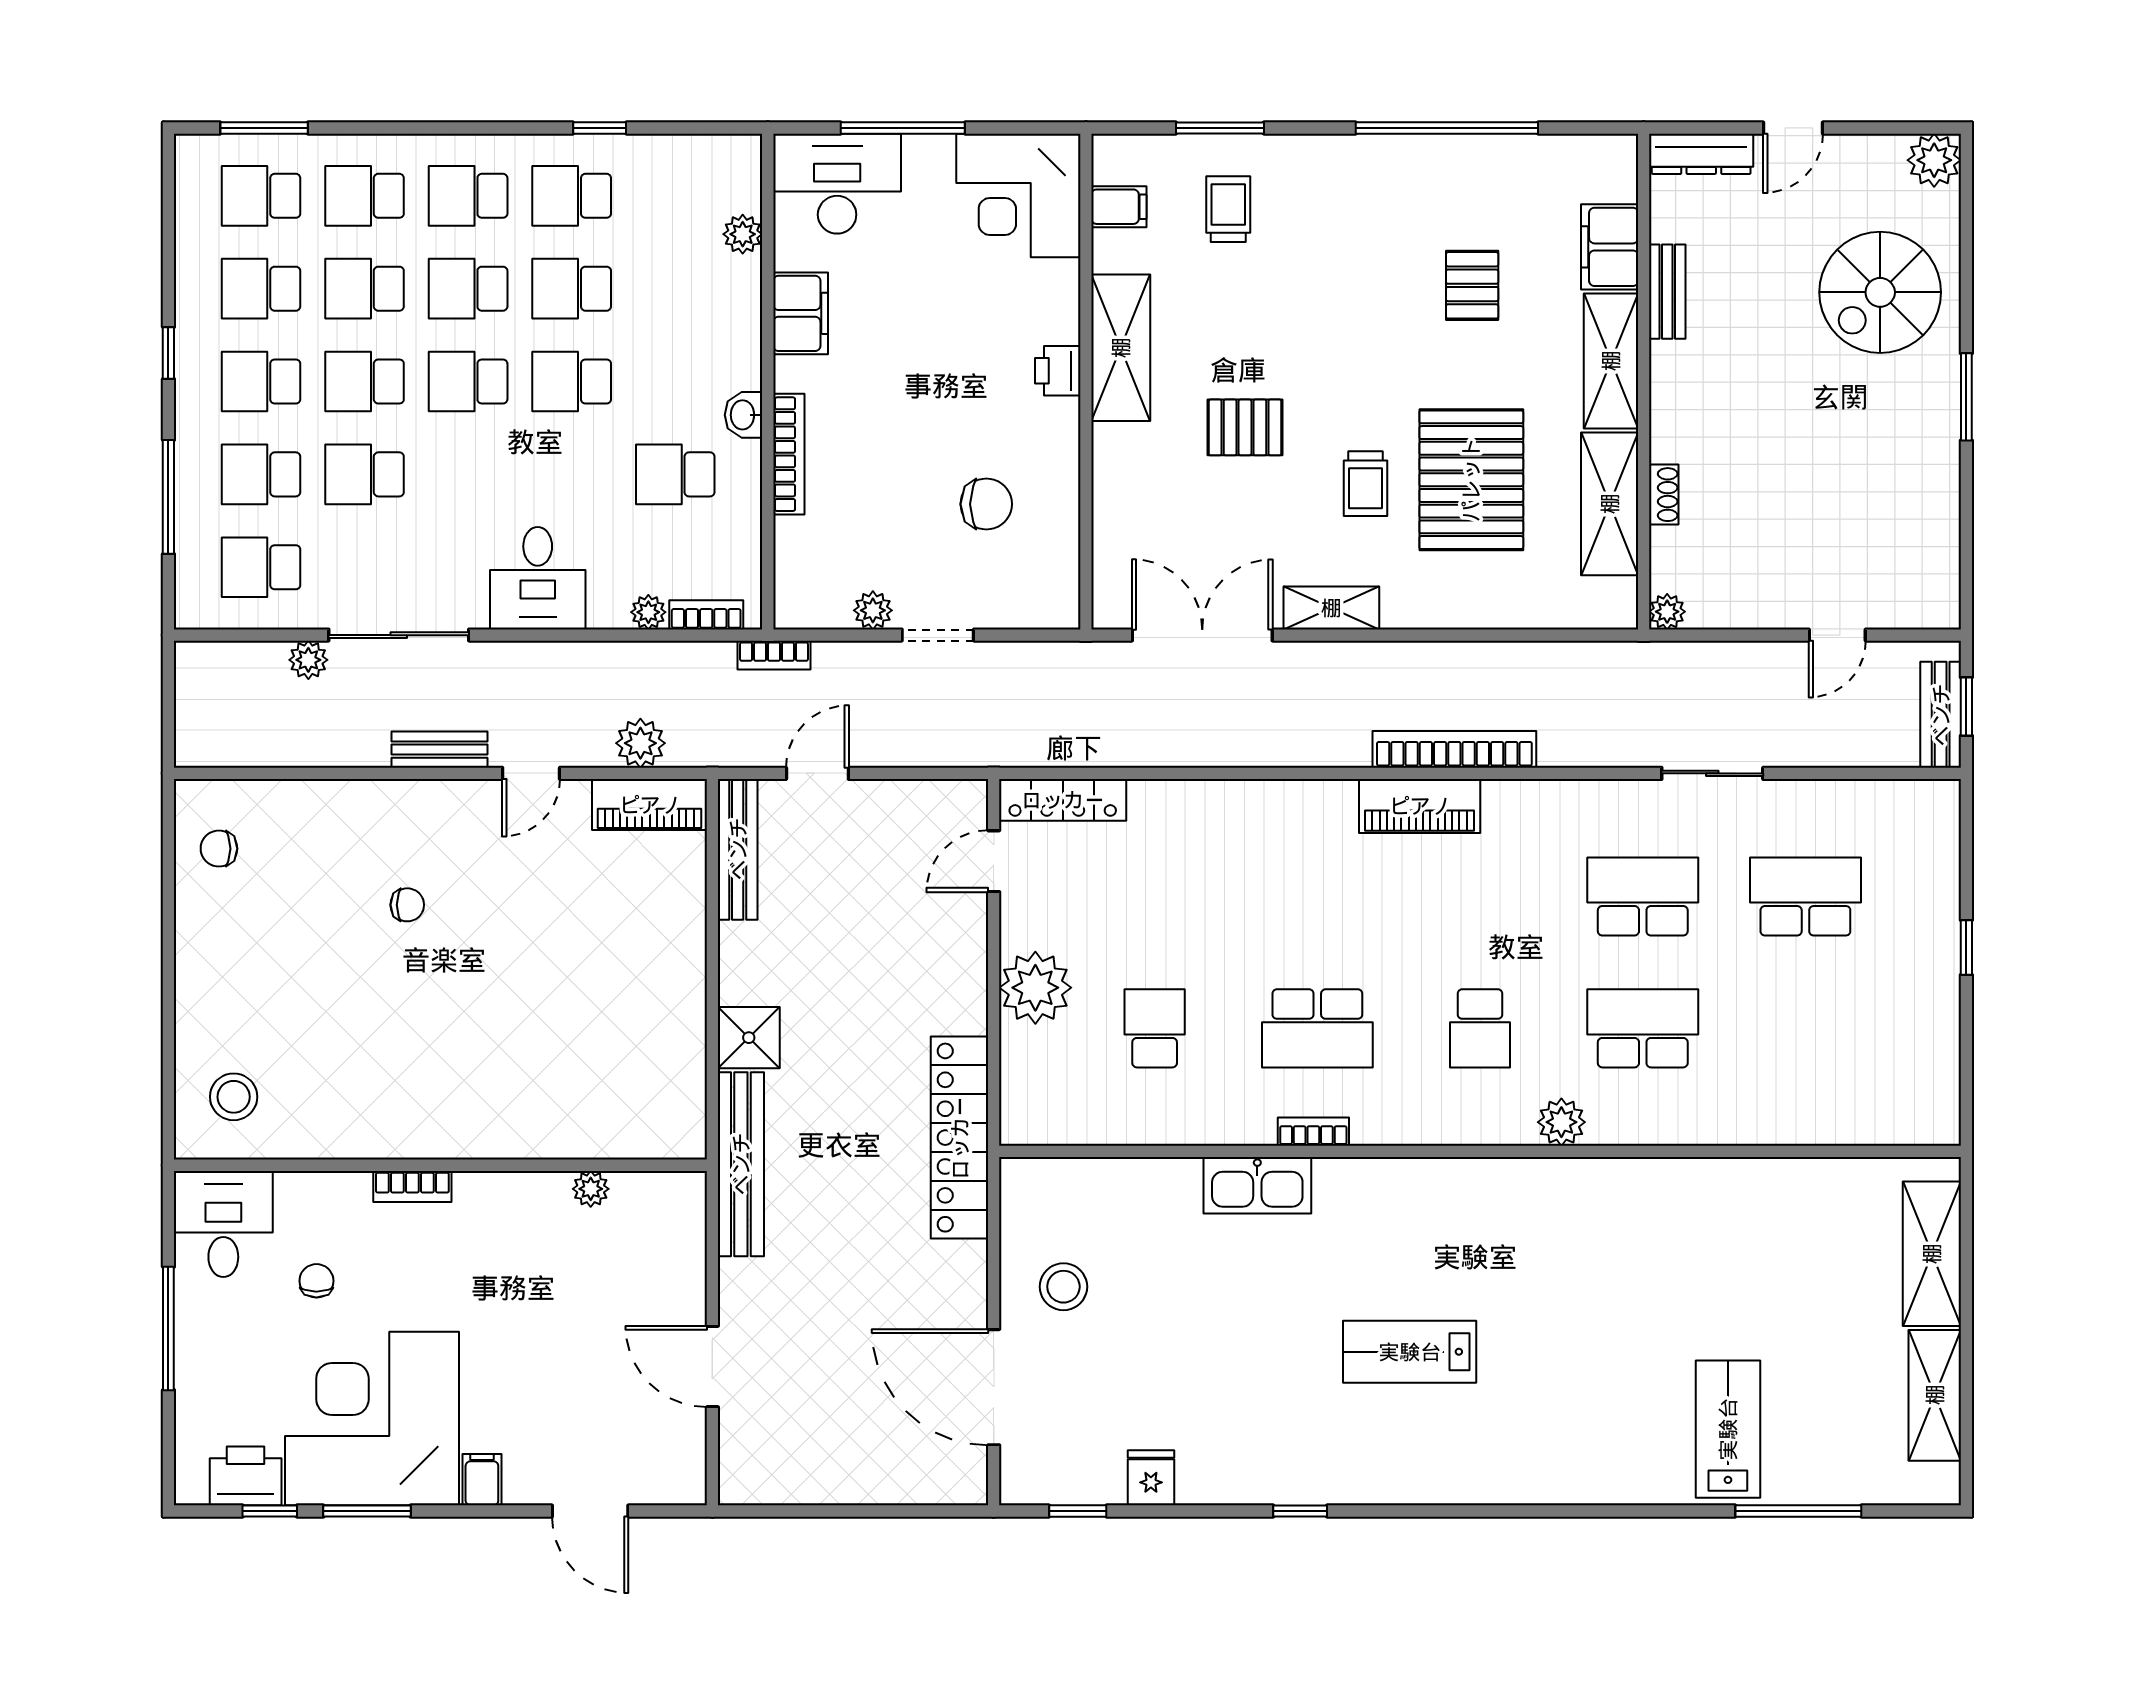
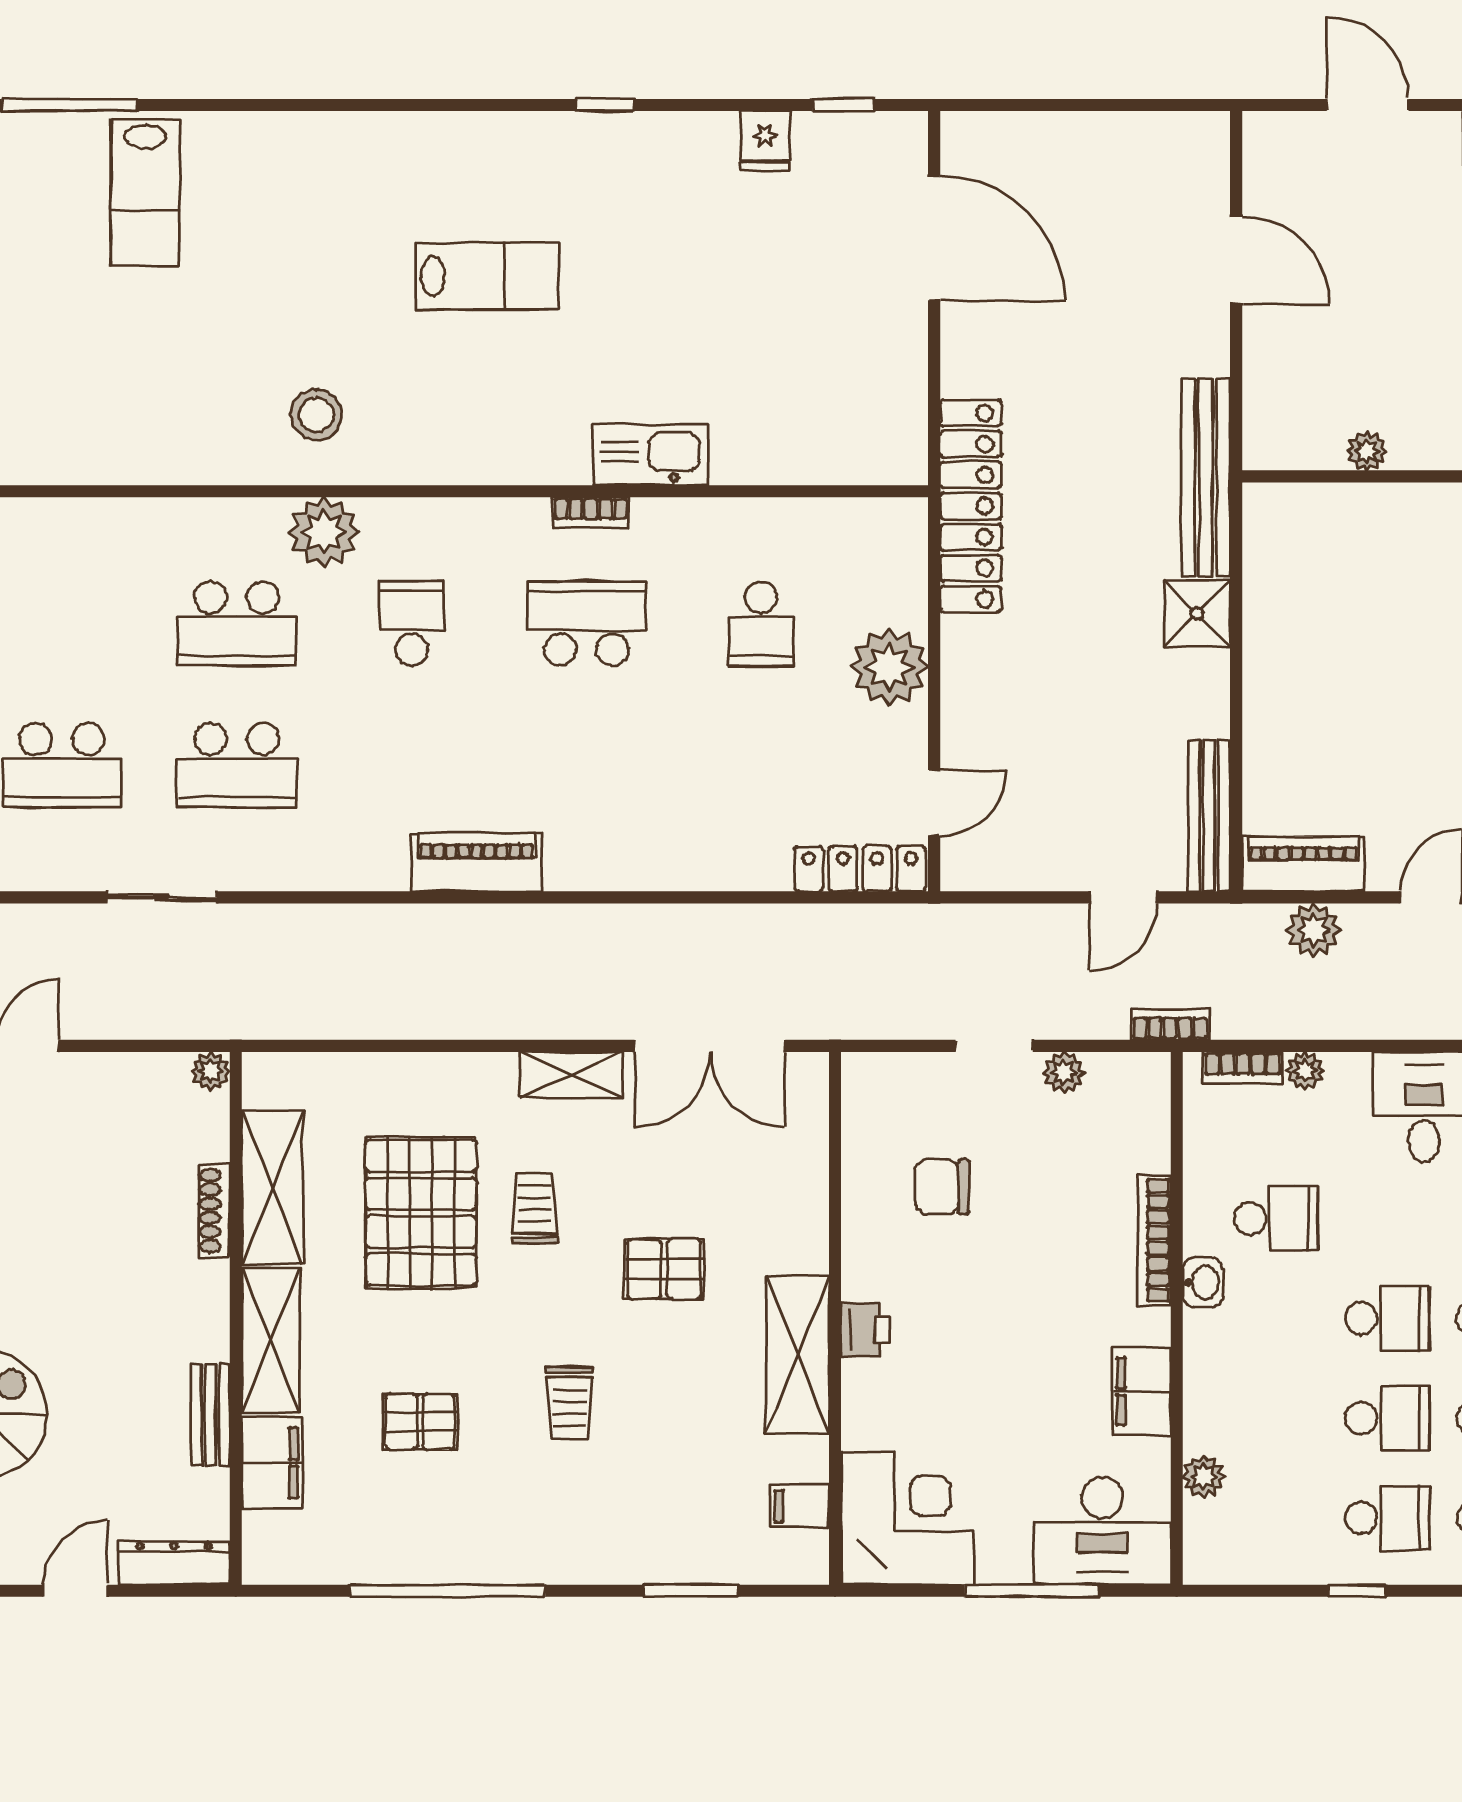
trolley: (1228, 209) -> (570, 1403), moved
pallet: (1472, 285) -> (420, 1422), turned 90
shoe rack: (1664, 495) -> (214, 1211), width x1.43
bookcase: (1454, 749) -> (439, 923), removed
plant: (1561, 1122) -> (324, 532), width x1.36, depth x1.36
stool: (1063, 1287) -> (316, 415), moved

